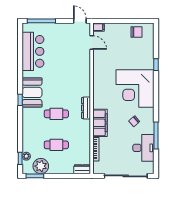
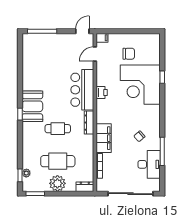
door: (80, 21) -> (82, 31), hinge flipped
chair: (137, 32) -> (129, 54), moved
door: (92, 43) -> (95, 54), swing flipped
bar counter: (33, 51) -> (82, 90), moved, turned 180
printer: (98, 79) -> (102, 93), added
corner desk: (135, 88) -> (140, 85), moved
cafe table: (56, 145) -> (58, 161), width x1.37, depth x1.35
plant: (41, 166) -> (57, 183), moved

